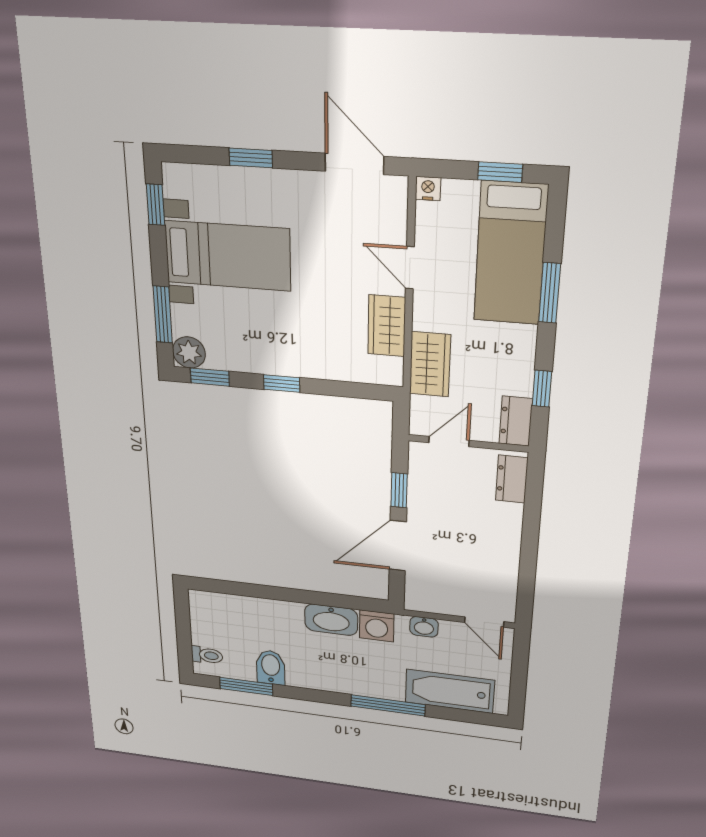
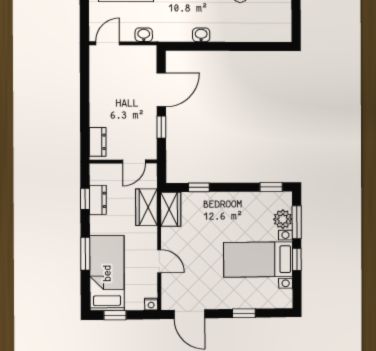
window: (155, 205) -> (297, 259), moved
wardrobe: (387, 326) -> (171, 209), moved
plant: (189, 352) -> (283, 219), moved
window: (282, 384) -> (199, 187), moved
dresser: (516, 421) -> (98, 200), moved
washbasin: (331, 620) -> (201, 35), width x0.52, depth x0.69
door: (484, 622) -> (108, 43), hinge flipped
washing machine: (377, 626) -> (173, 31), removed

